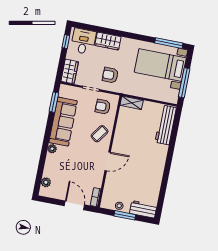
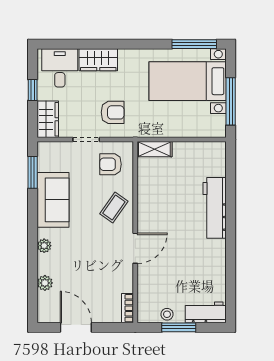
window: (66, 42) -> (33, 90), moved
armchair: (110, 75) -> (113, 112), turned 180
sofa: (63, 122) -> (53, 200), width x0.73
workbench: (166, 125) -> (215, 208), moved
plant: (46, 182) -> (45, 283), moved
door: (74, 205) -> (76, 327), moved

